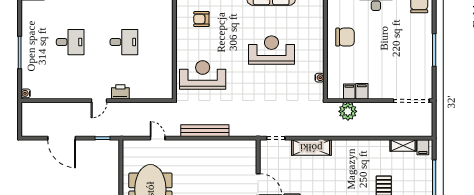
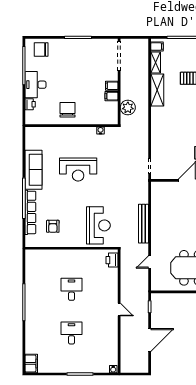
reception desk: (271, 50) -> (78, 169), turned -90
reception desk: (203, 75) -> (98, 225), turned 180
printer: (120, 92) -> (112, 260), moved
filing cabinet: (349, 92) -> (112, 86), moved
shelving: (311, 148) -> (157, 90), moved

